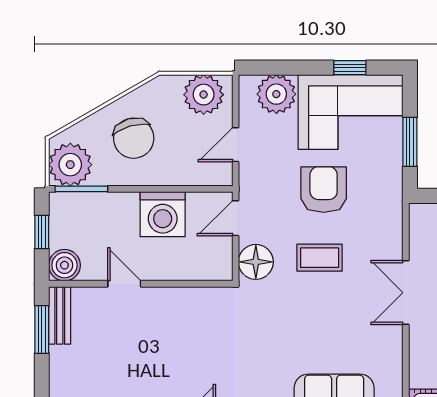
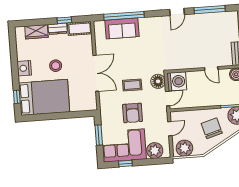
washing machine: (163, 214) -> (177, 81), moved, turned 90
double door: (406, 293) -> (96, 73), width x1.37

